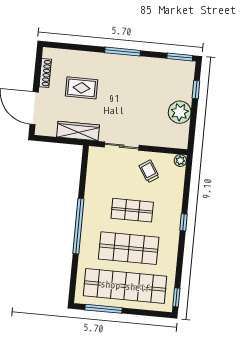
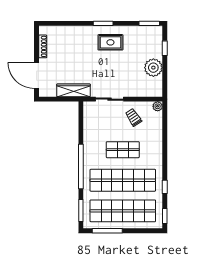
window: (123, 52) -> (103, 23), width x0.69
rug: (81, 88) -> (110, 42), moved
window: (183, 222) -> (165, 187), moved
shop shelf: (129, 248) -> (123, 180), width x1.40
window: (73, 281) -> (81, 211), added

